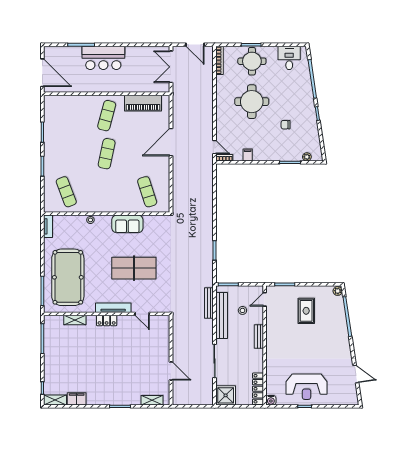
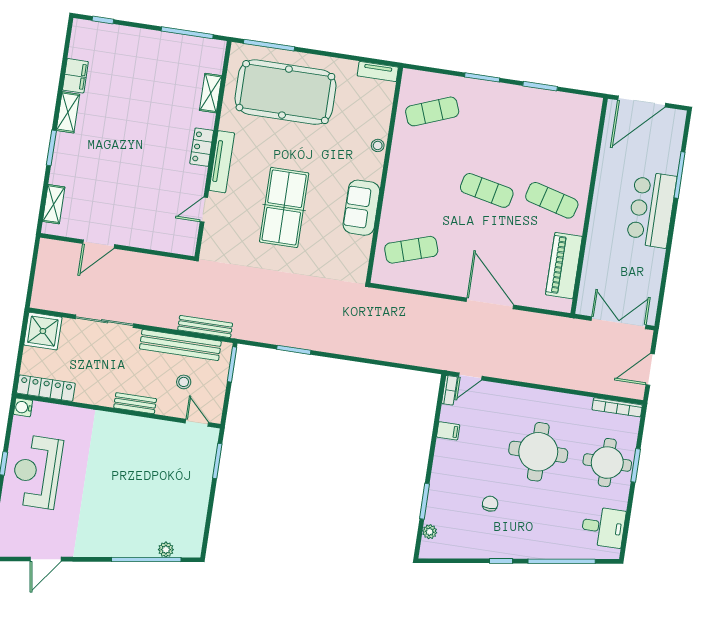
plant: (338, 291) -> (166, 550), moved
rug: (306, 311) -> (167, 491), removed
shelving: (55, 400) -> (68, 112), moved

